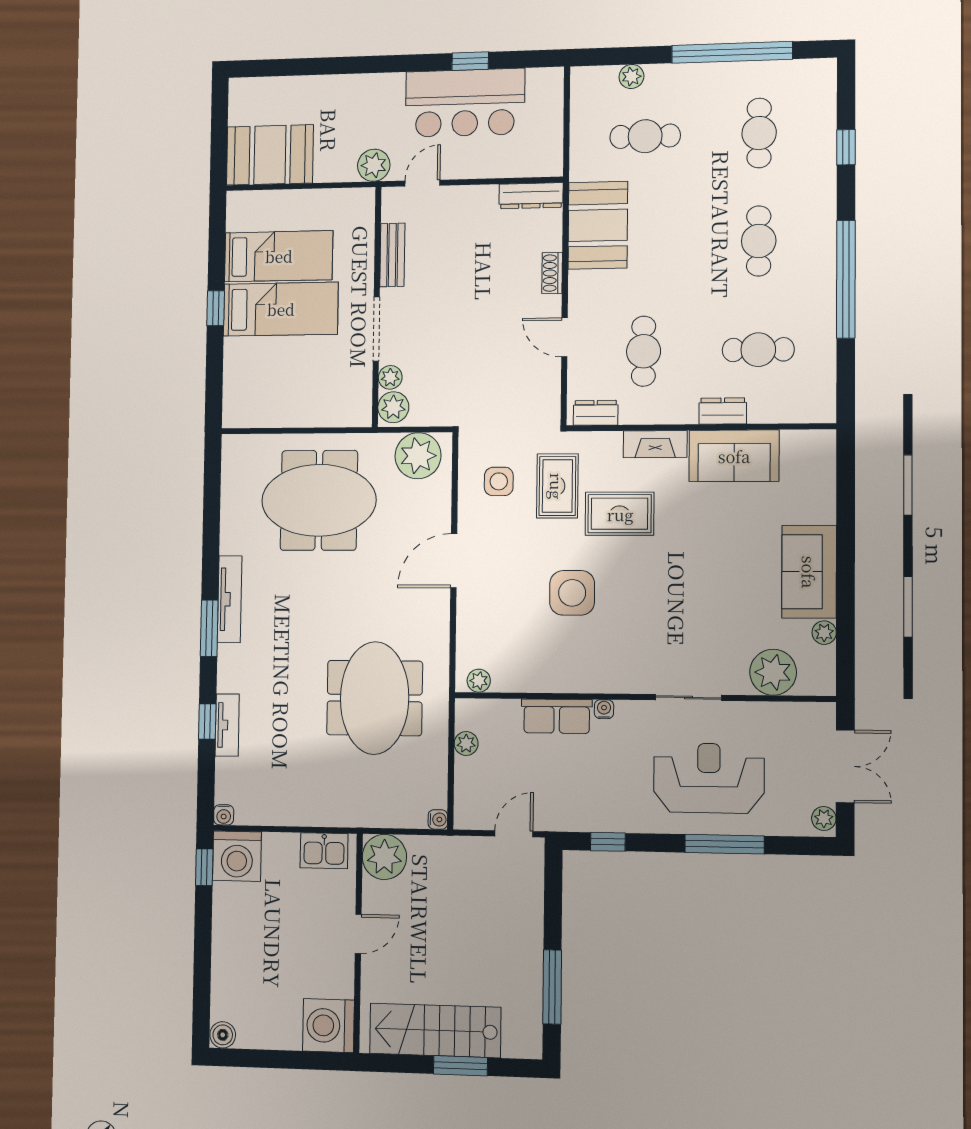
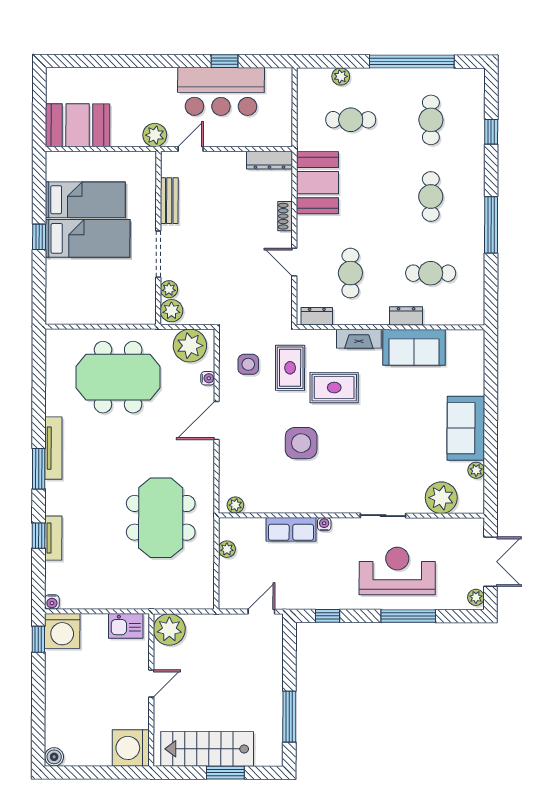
window: (846, 279) -> (491, 225), width x0.68
water cooler: (438, 819) -> (208, 378), moved

